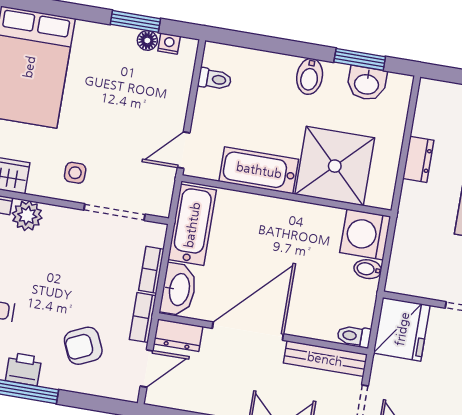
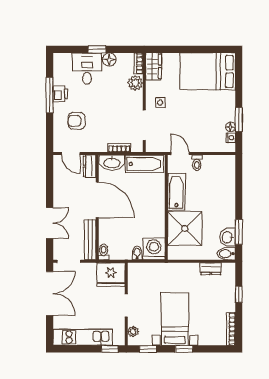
bidet: (310, 76) -> (226, 254), moved
toilet: (215, 79) -> (197, 163), moved
dresser: (418, 159) -> (211, 269), moved
bookcase: (143, 318) -> (95, 147), removed
armchair: (83, 346) -> (77, 121), turned -66

